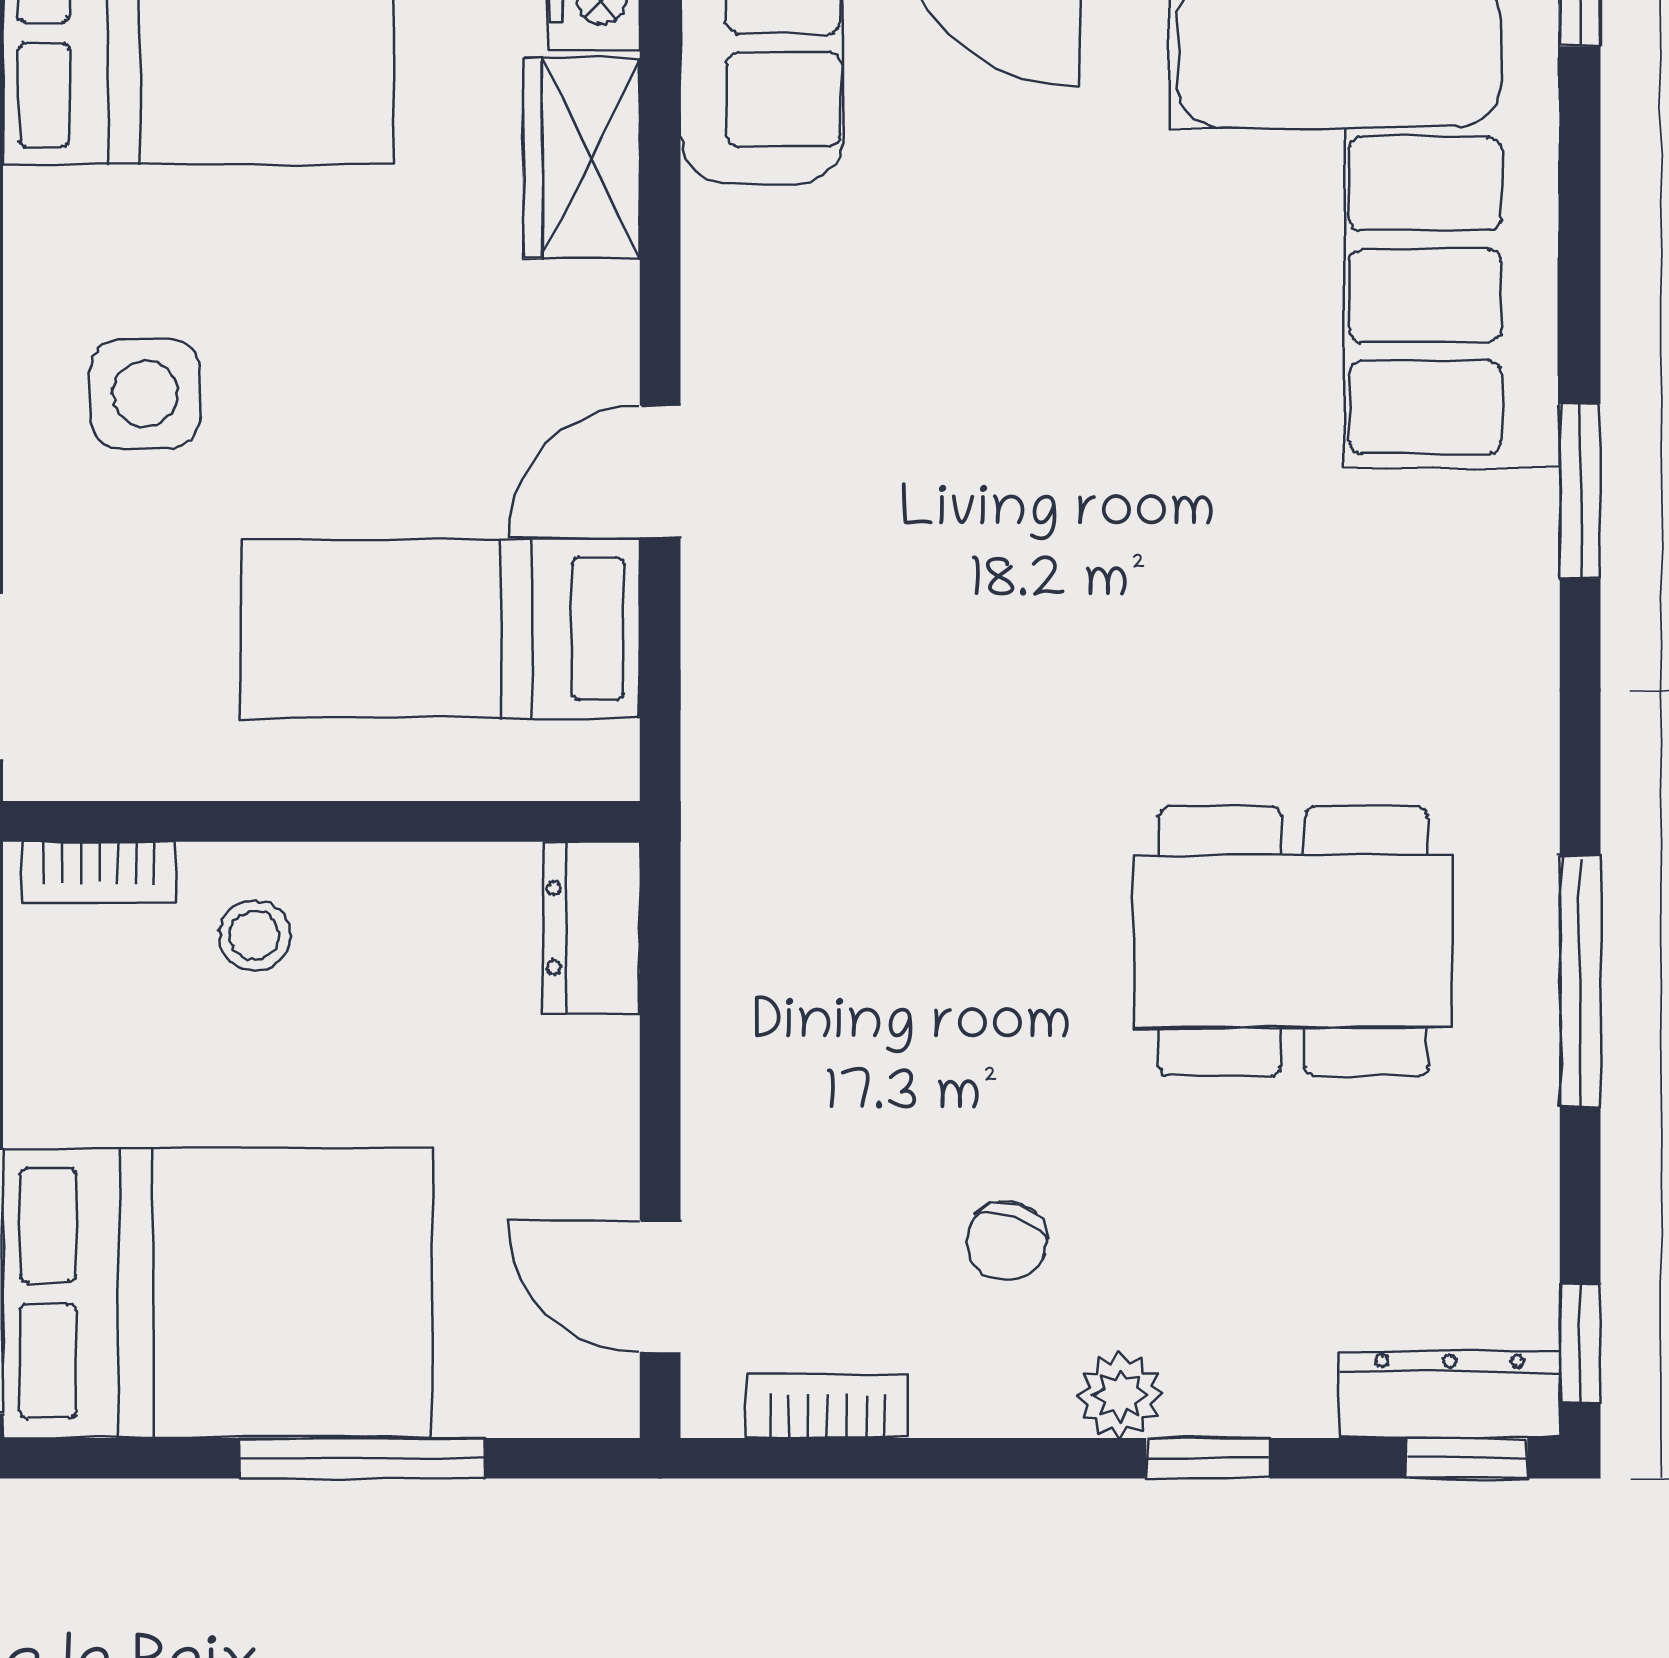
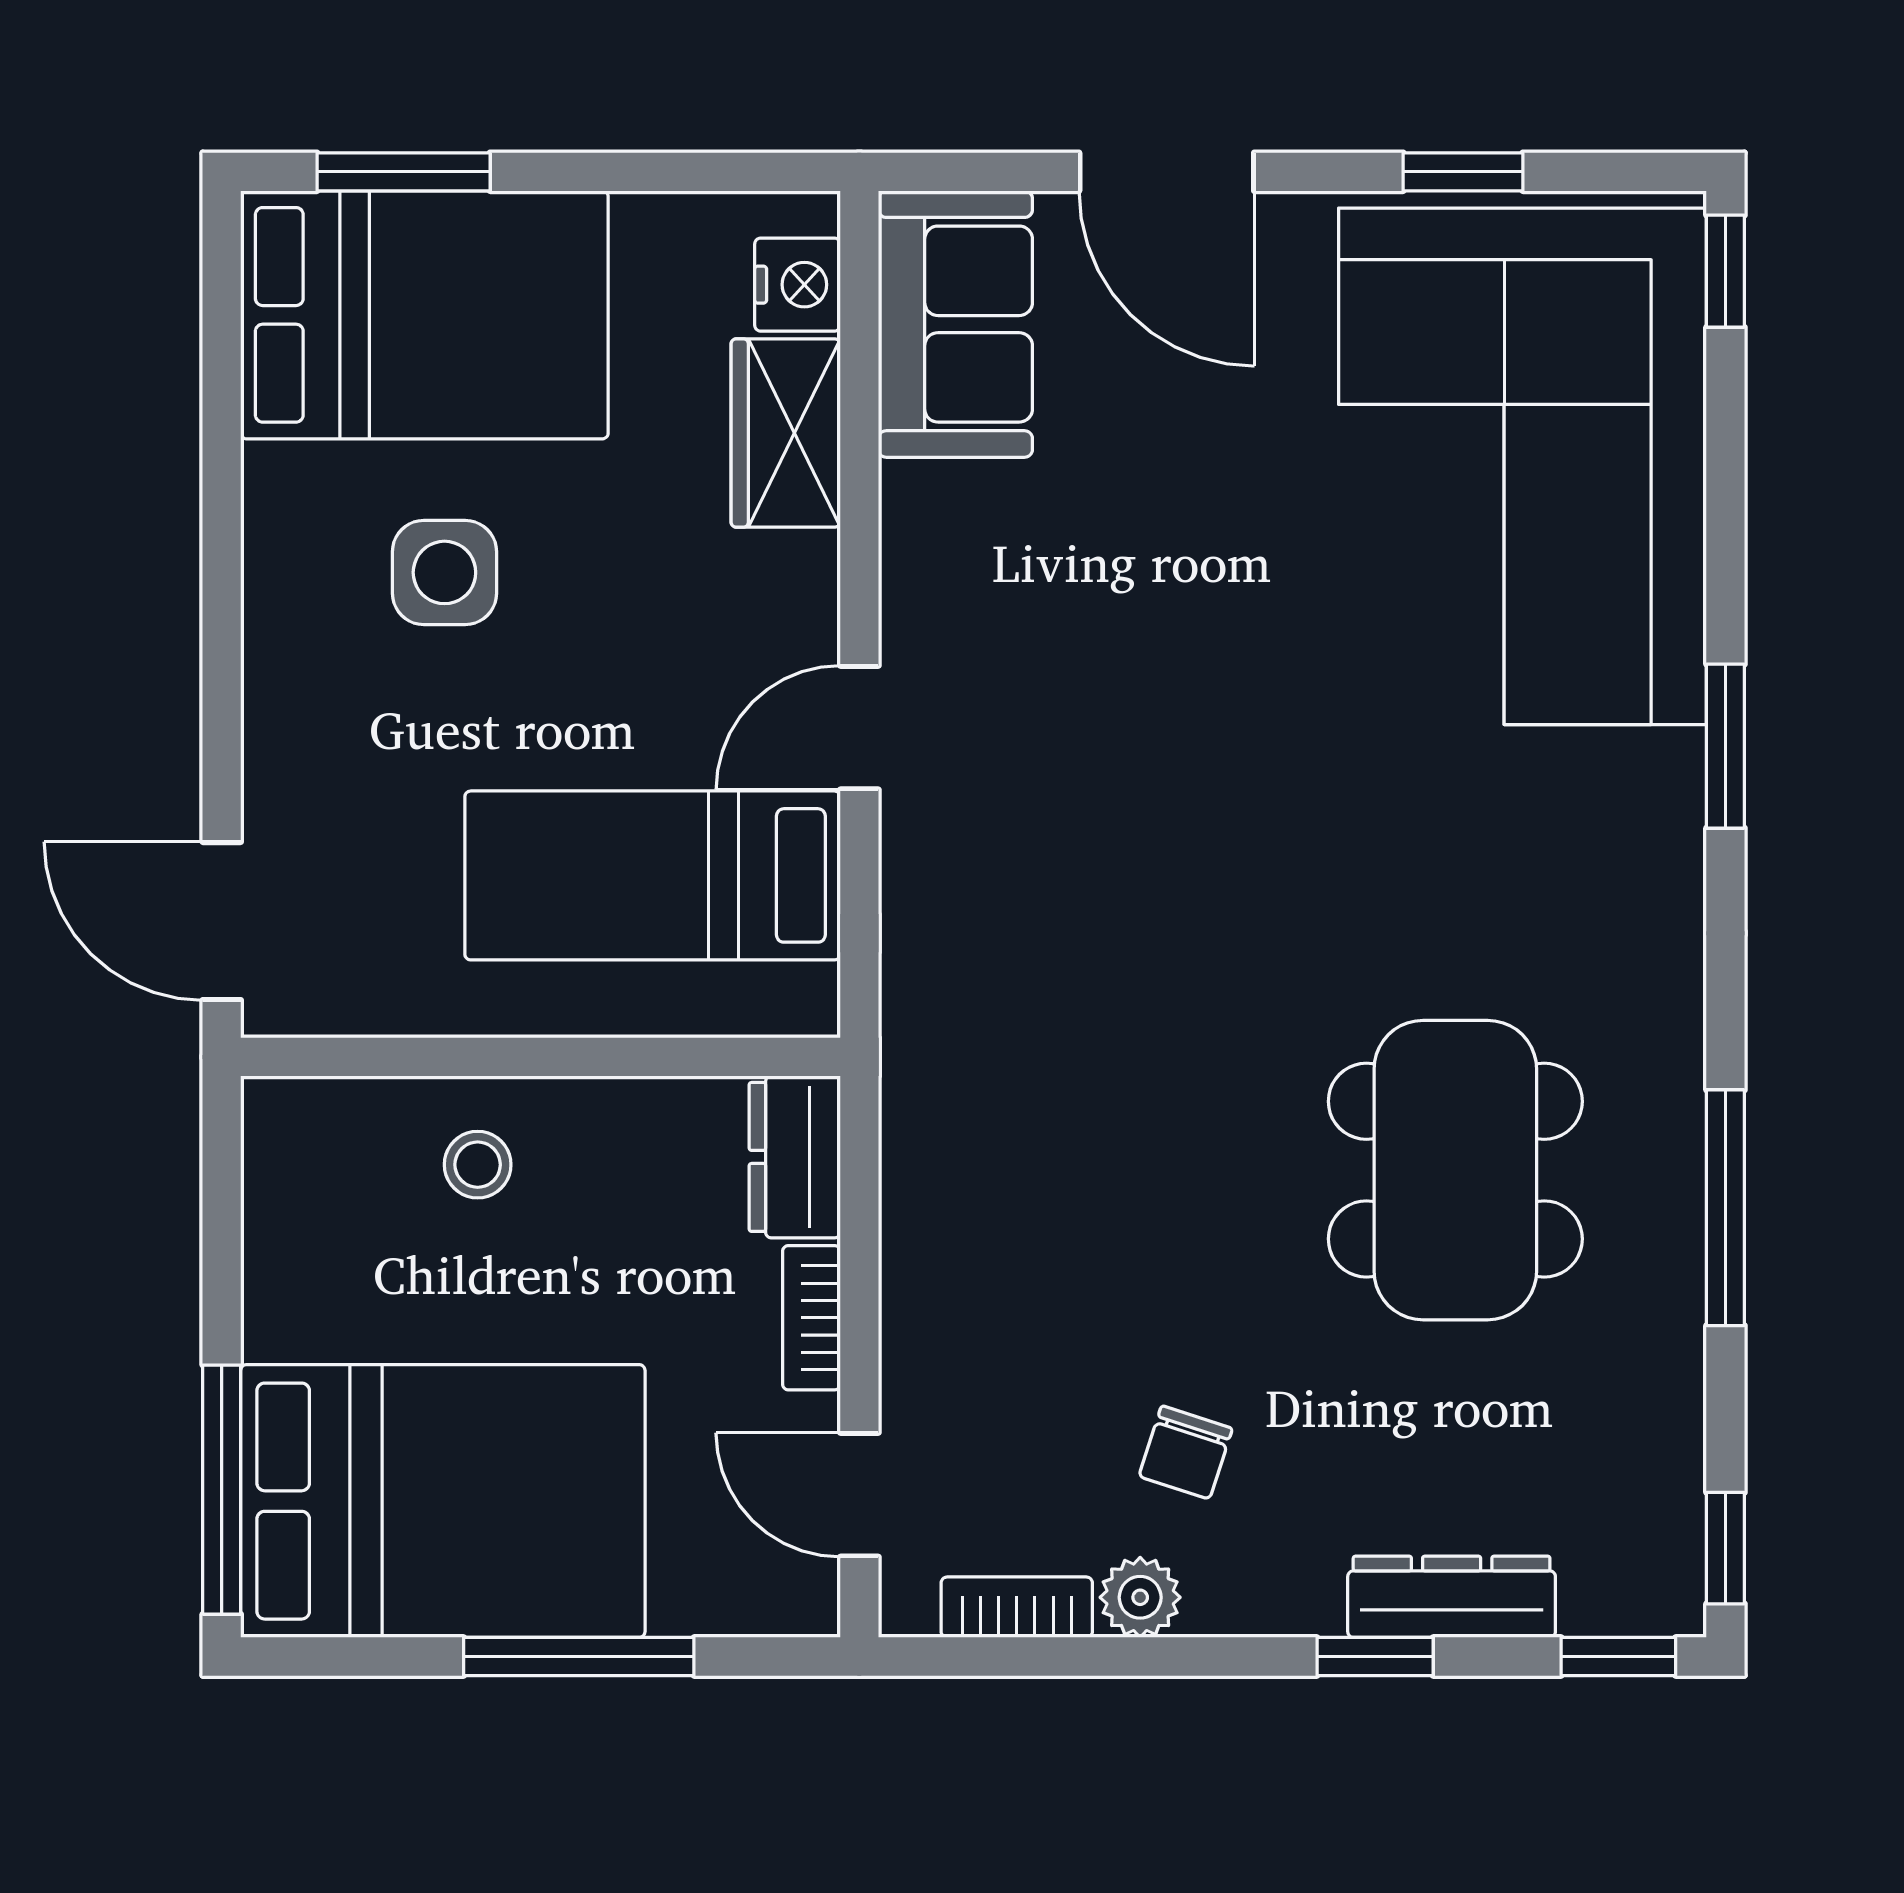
side table: (145, 394) -> (444, 572), moved
bookcase: (99, 872) -> (811, 1318), moved, turned 90
dining table: (1293, 942) -> (1455, 1170), turned 90
plant: (1120, 1395) -> (1140, 1597), moved
dresser: (1449, 1395) -> (1452, 1597), moved

